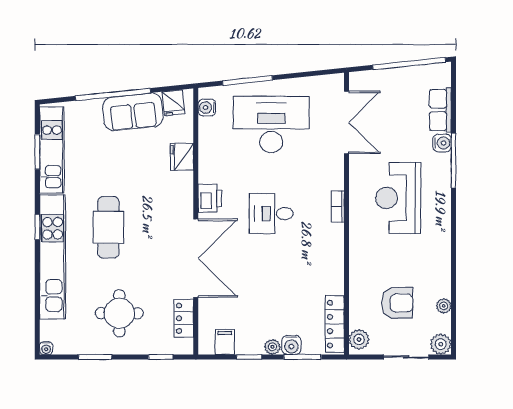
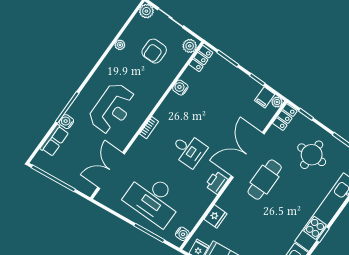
cafe table: (108, 227) -> (265, 180), moved
armchair: (397, 303) -> (154, 51), turned -90
plant: (444, 306) -> (120, 45), moved
locker: (184, 318) -> (285, 117), moved
locker: (335, 324) -> (201, 59), width x0.66
water cooler: (291, 345) -> (180, 88), moved, turned -90
plant: (272, 347) -> (277, 102), moved

